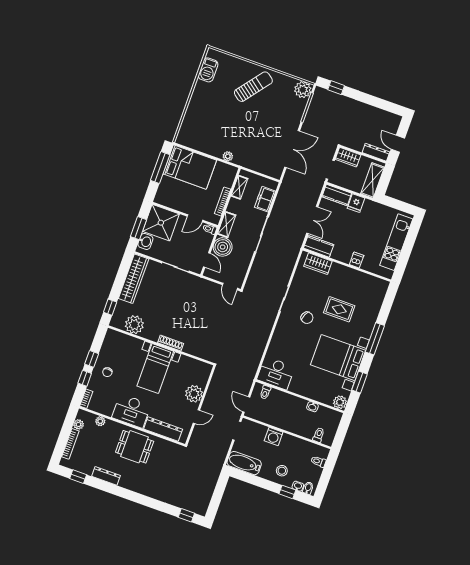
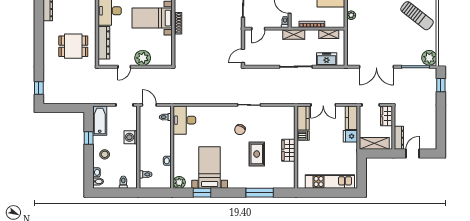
boiler: (223, 247) -> (274, 38), removed
dishwasher: (357, 260) -> (303, 136), moved
wardrobe: (318, 264) -> (288, 150), moved
window: (375, 339) -> (260, 193), moved
bed with nightstands: (338, 358) -> (210, 167), width x0.73
door: (246, 405) -> (149, 105), hinge flipped
door: (196, 417) -> (124, 67), hinge flipped
dining table: (135, 447) -> (73, 46), moved, turned 90
window: (287, 492) -> (89, 138), moved

